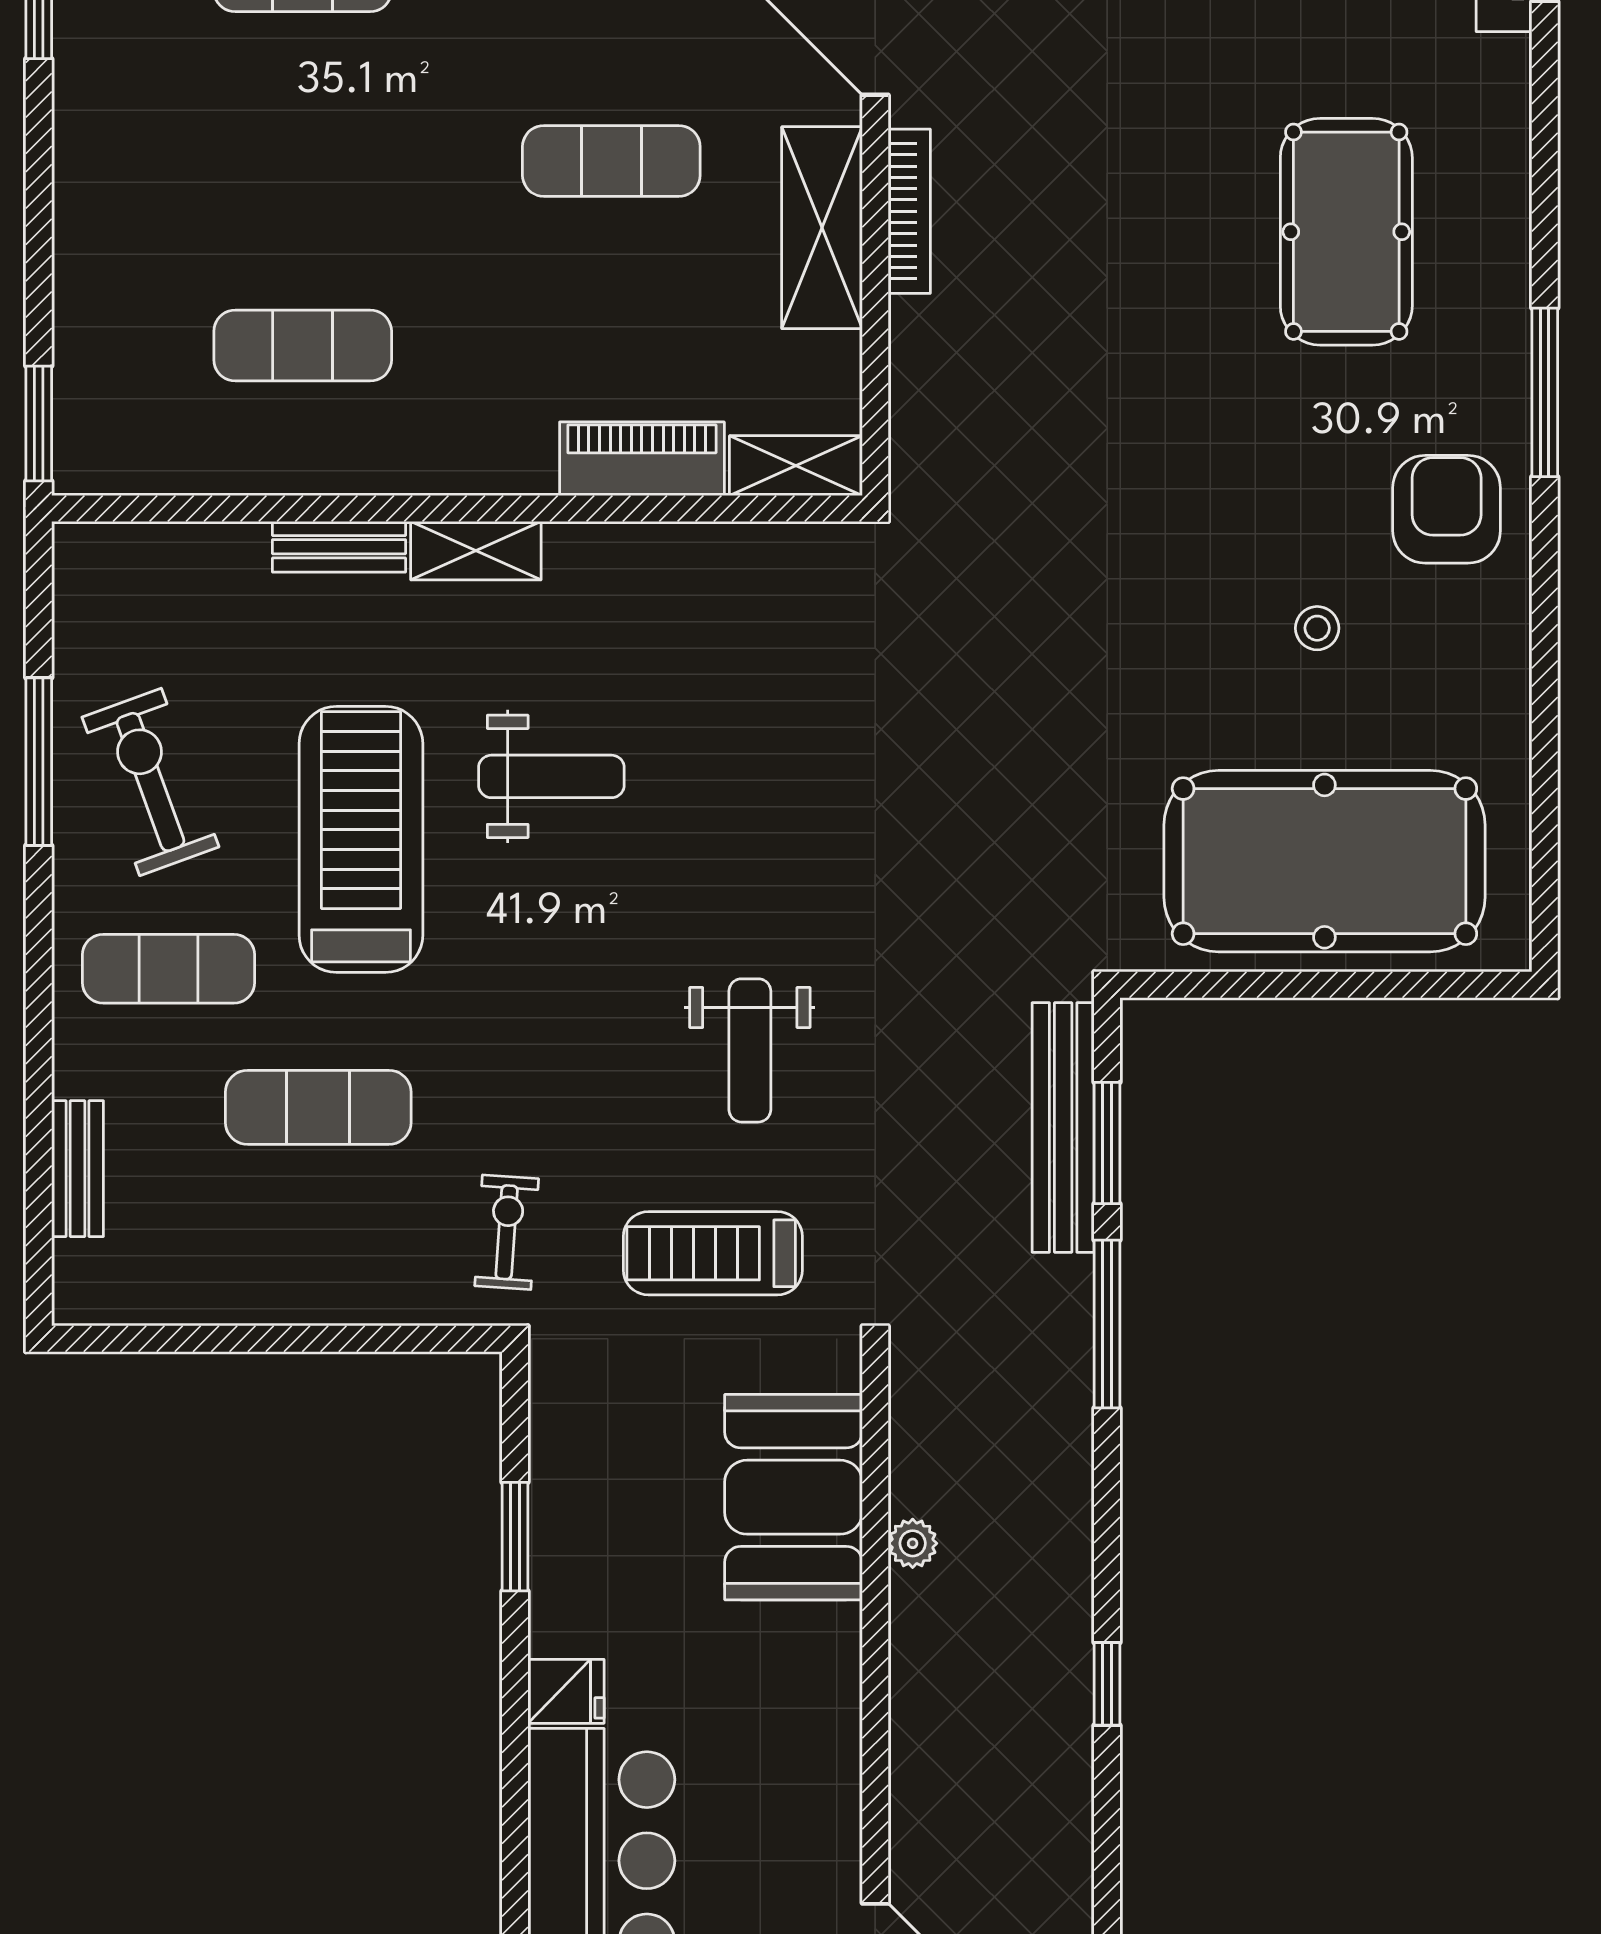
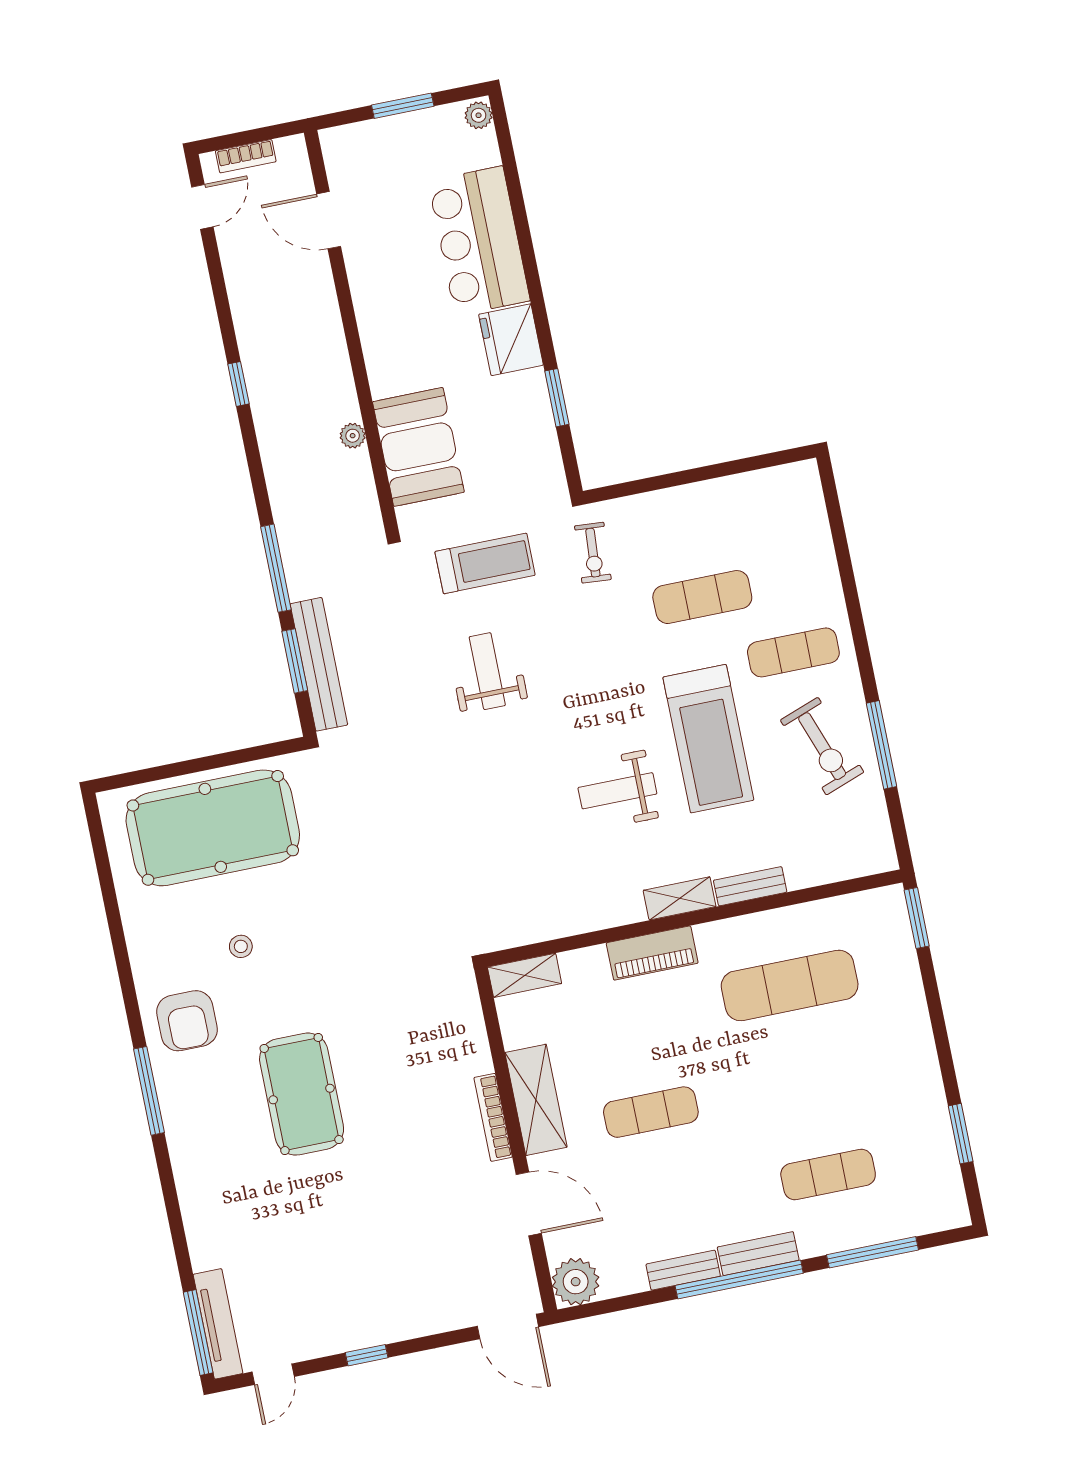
pool table: (1346, 232) -> (302, 1094), moved
exercise mat: (303, 346) -> (790, 985), width x1.36, depth x1.45
piano: (642, 459) -> (652, 953), moved
bench: (77, 1169) -> (819, 541), removed
fridge: (566, 1691) -> (511, 340), width x1.88, depth x1.34

